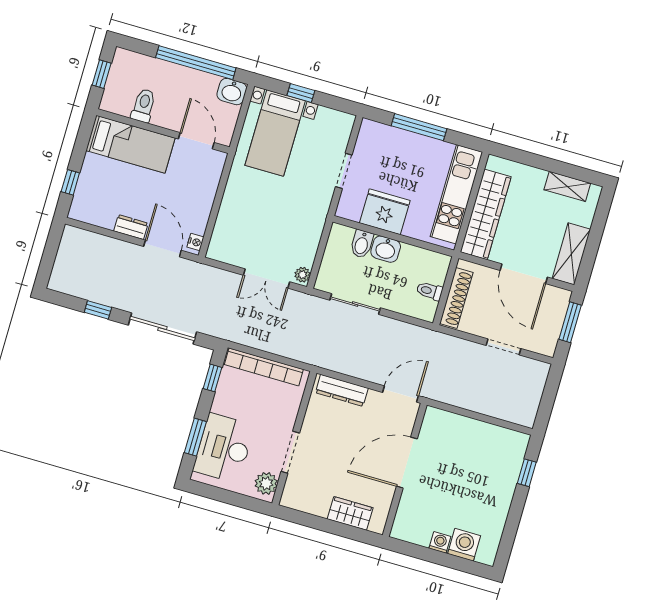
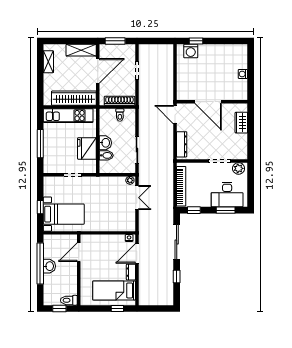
washbasin: (232, 92) -> (49, 266), moved
toilet: (144, 106) -> (69, 300), moved
bed: (131, 144) -> (114, 290), moved, turned -90
washing machine: (464, 545) -> (191, 51), moved, turned -90

